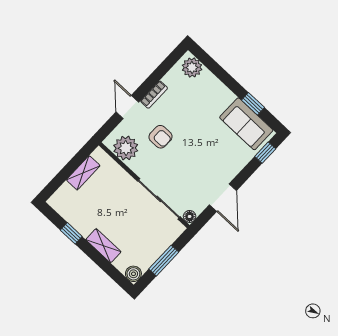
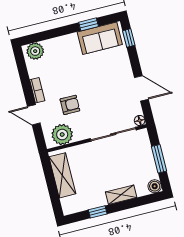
shelving: (83, 173) -> (62, 175), width x1.50, depth x1.33

